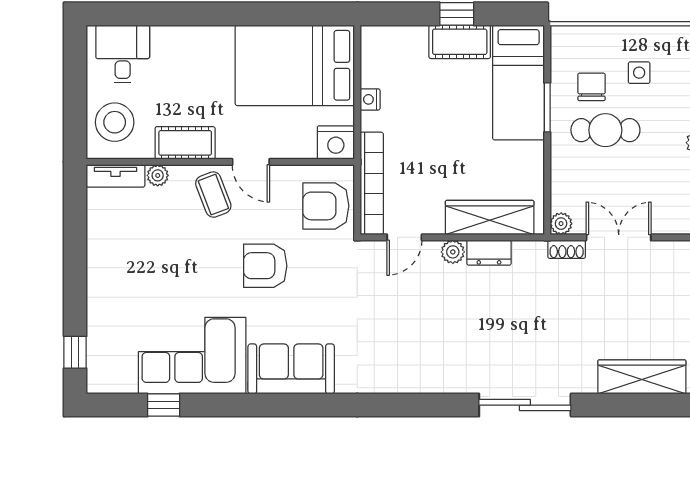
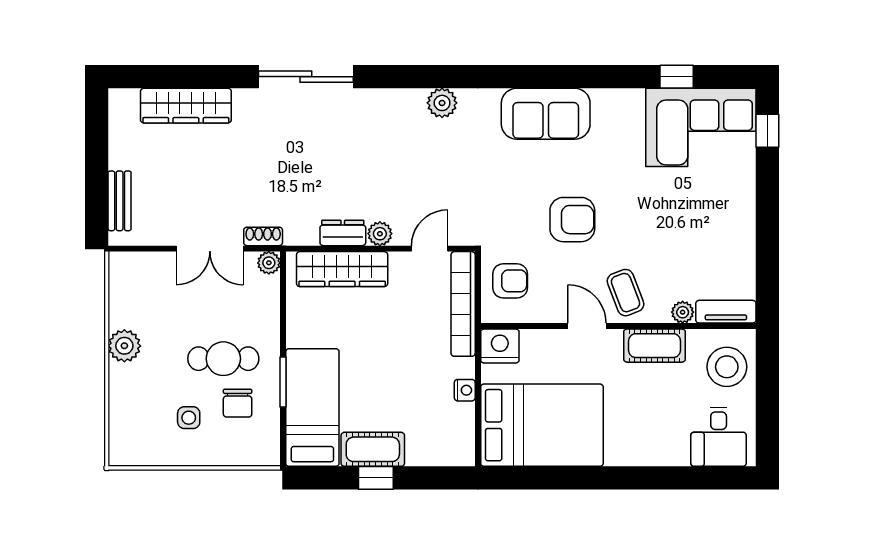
armchair: (326, 206) -> (510, 281), width x0.72, depth x0.72
corner sofa: (192, 356) -> (701, 127), moved
plant: (392, 379) -> (442, 103), added

